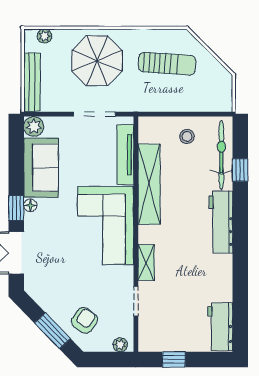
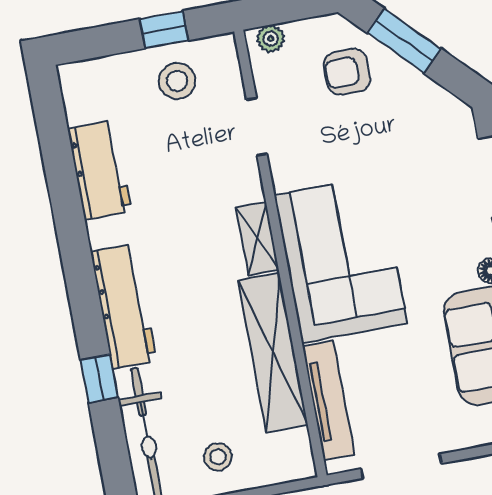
window: (240, 170) -> (99, 379), moved
shelving: (146, 263) -> (257, 238), moved
armchair: (84, 320) -> (347, 72), turned 56
workbench: (220, 327) -> (100, 170), moved
stool: (172, 332) -> (177, 81), added

